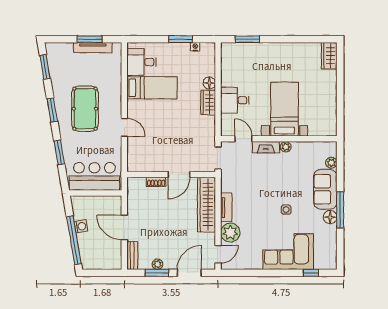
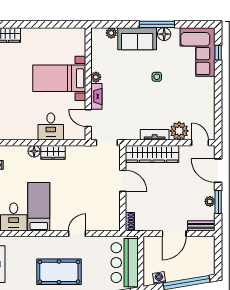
door: (243, 139) -> (88, 118), hinge flipped
shoe rack: (156, 182) -> (130, 222), moved
washing machine: (81, 226) -> (159, 278), moved
corner sofa: (288, 252) -> (198, 52), moved

